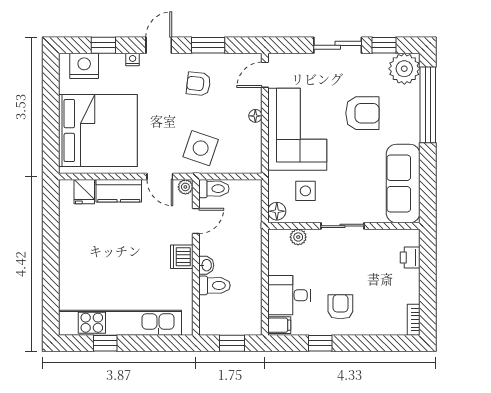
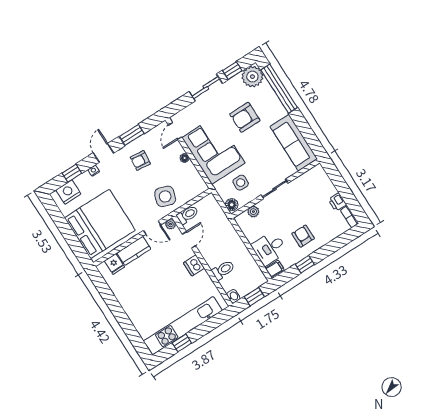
armchair: (362, 113) -> (245, 117), turned 180
printer: (410, 257) -> (337, 202), moved
washbasin: (206, 265) -> (233, 296), moved

